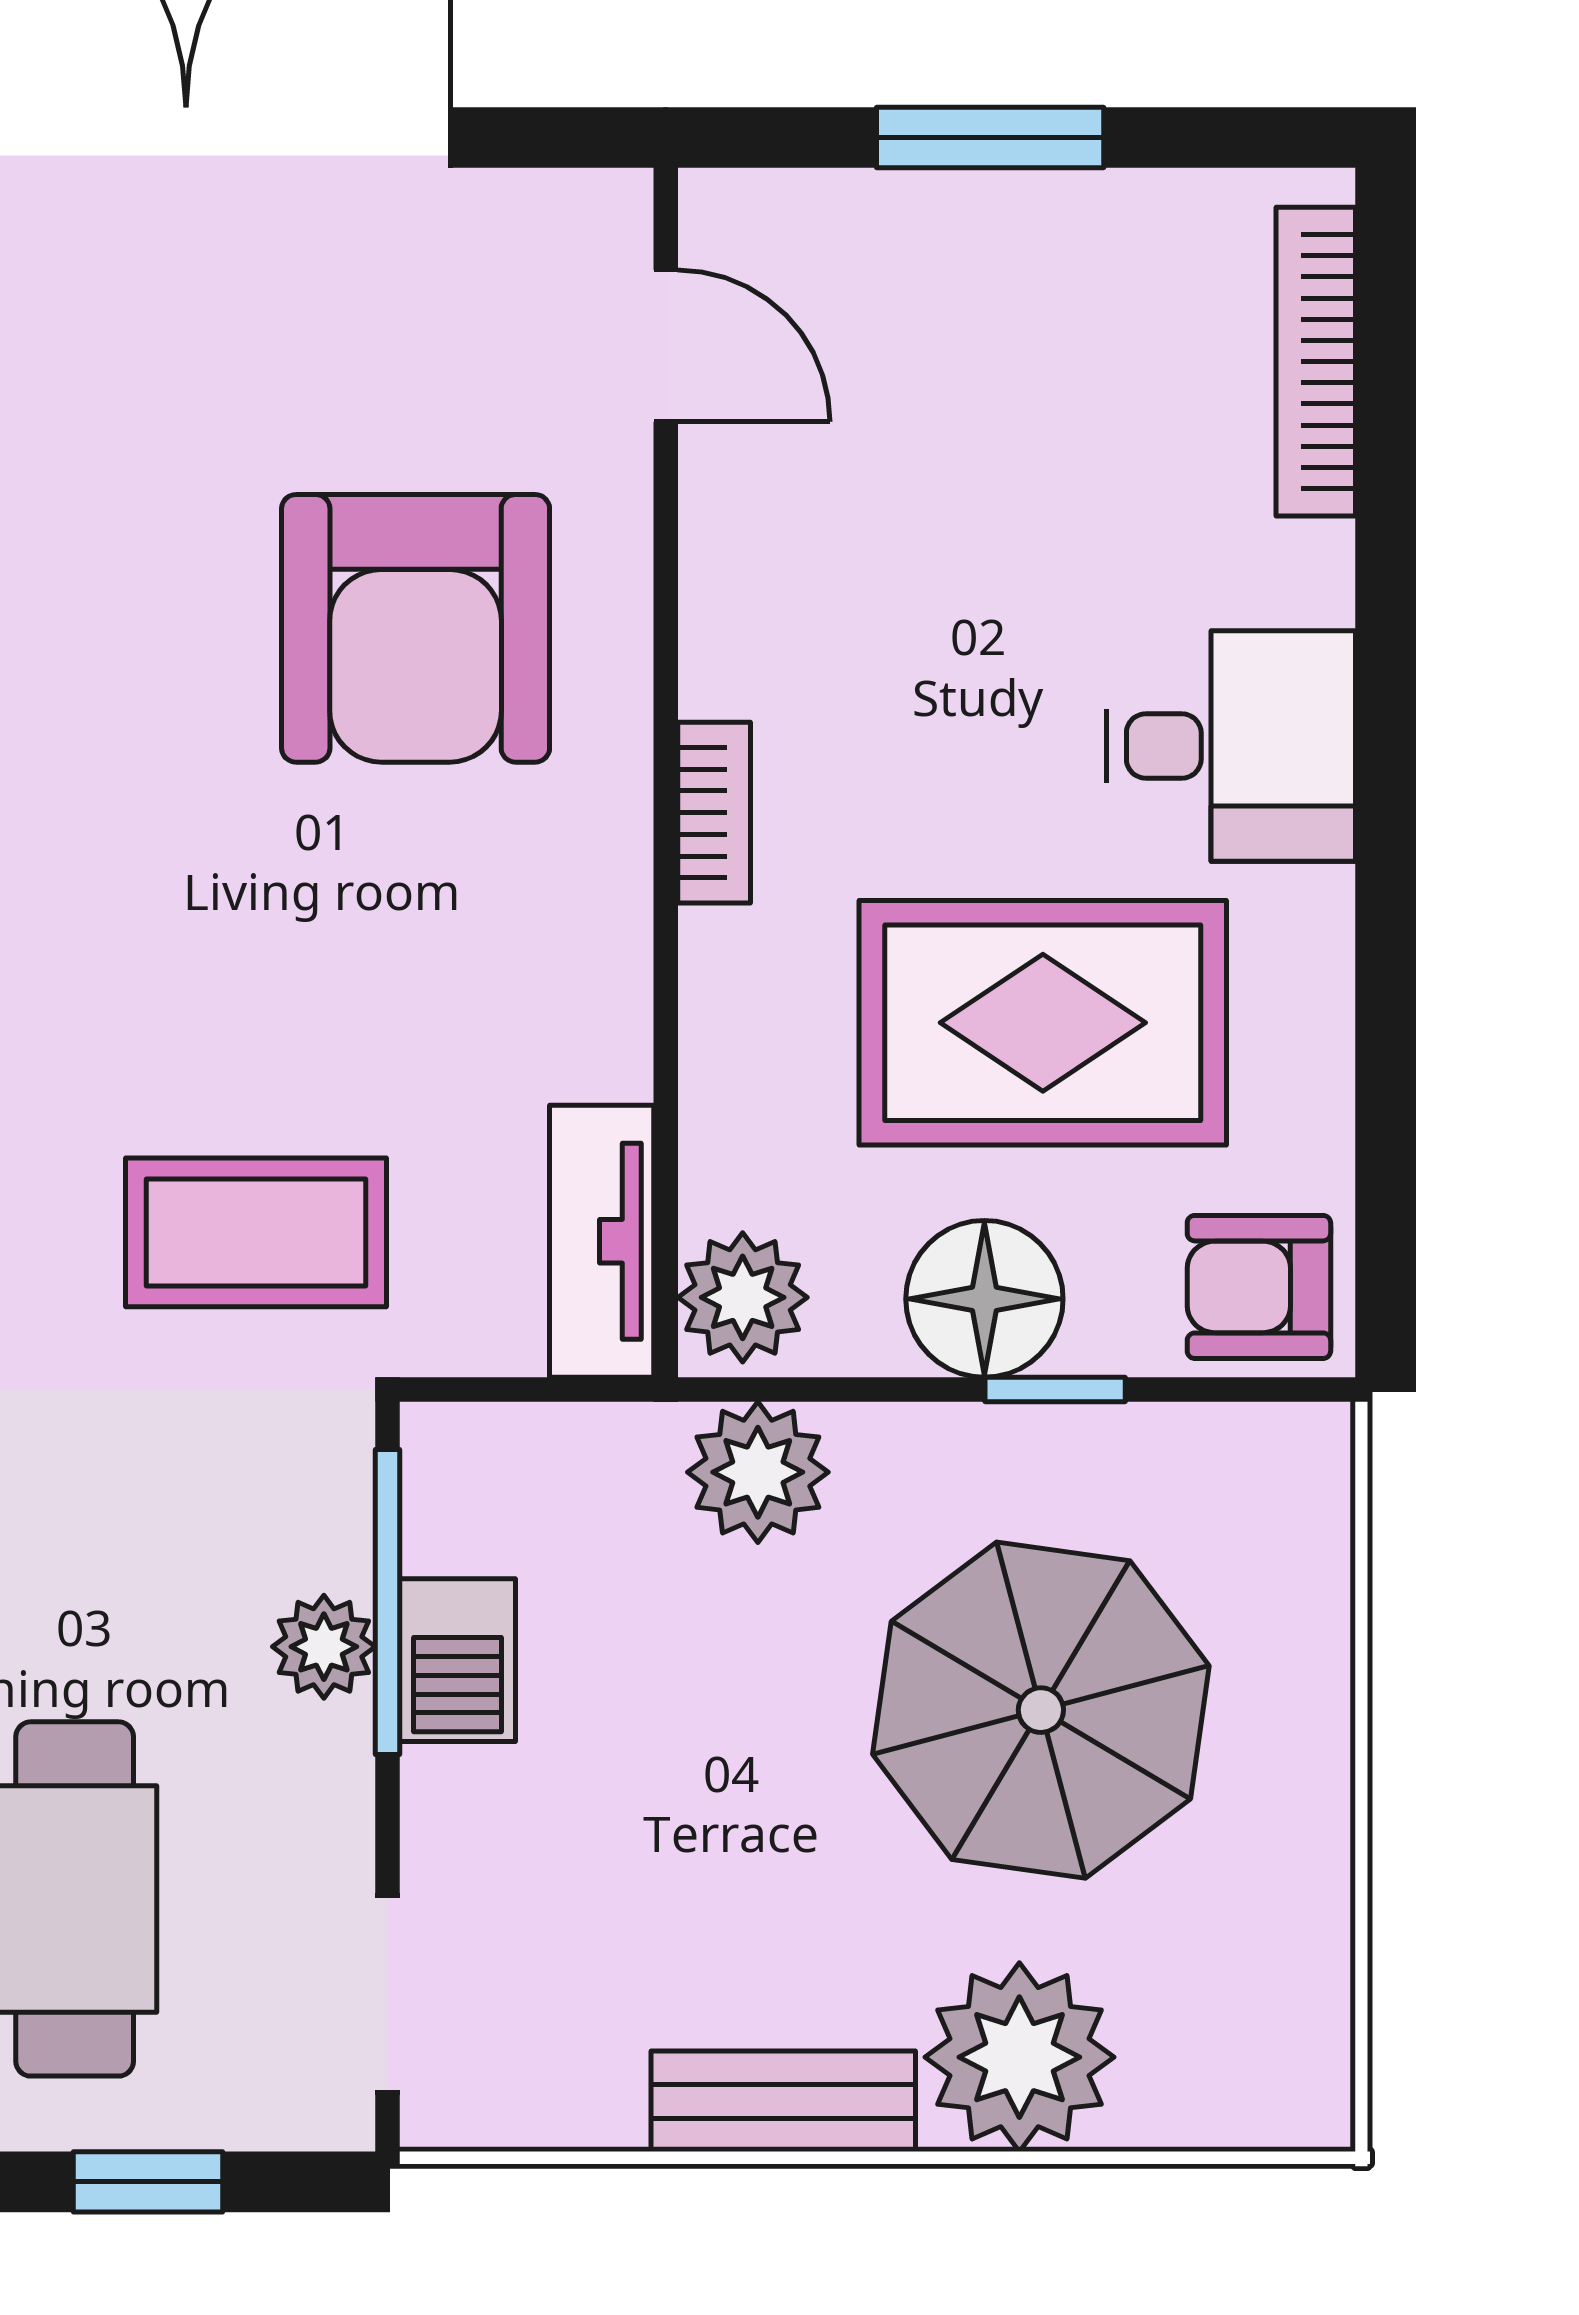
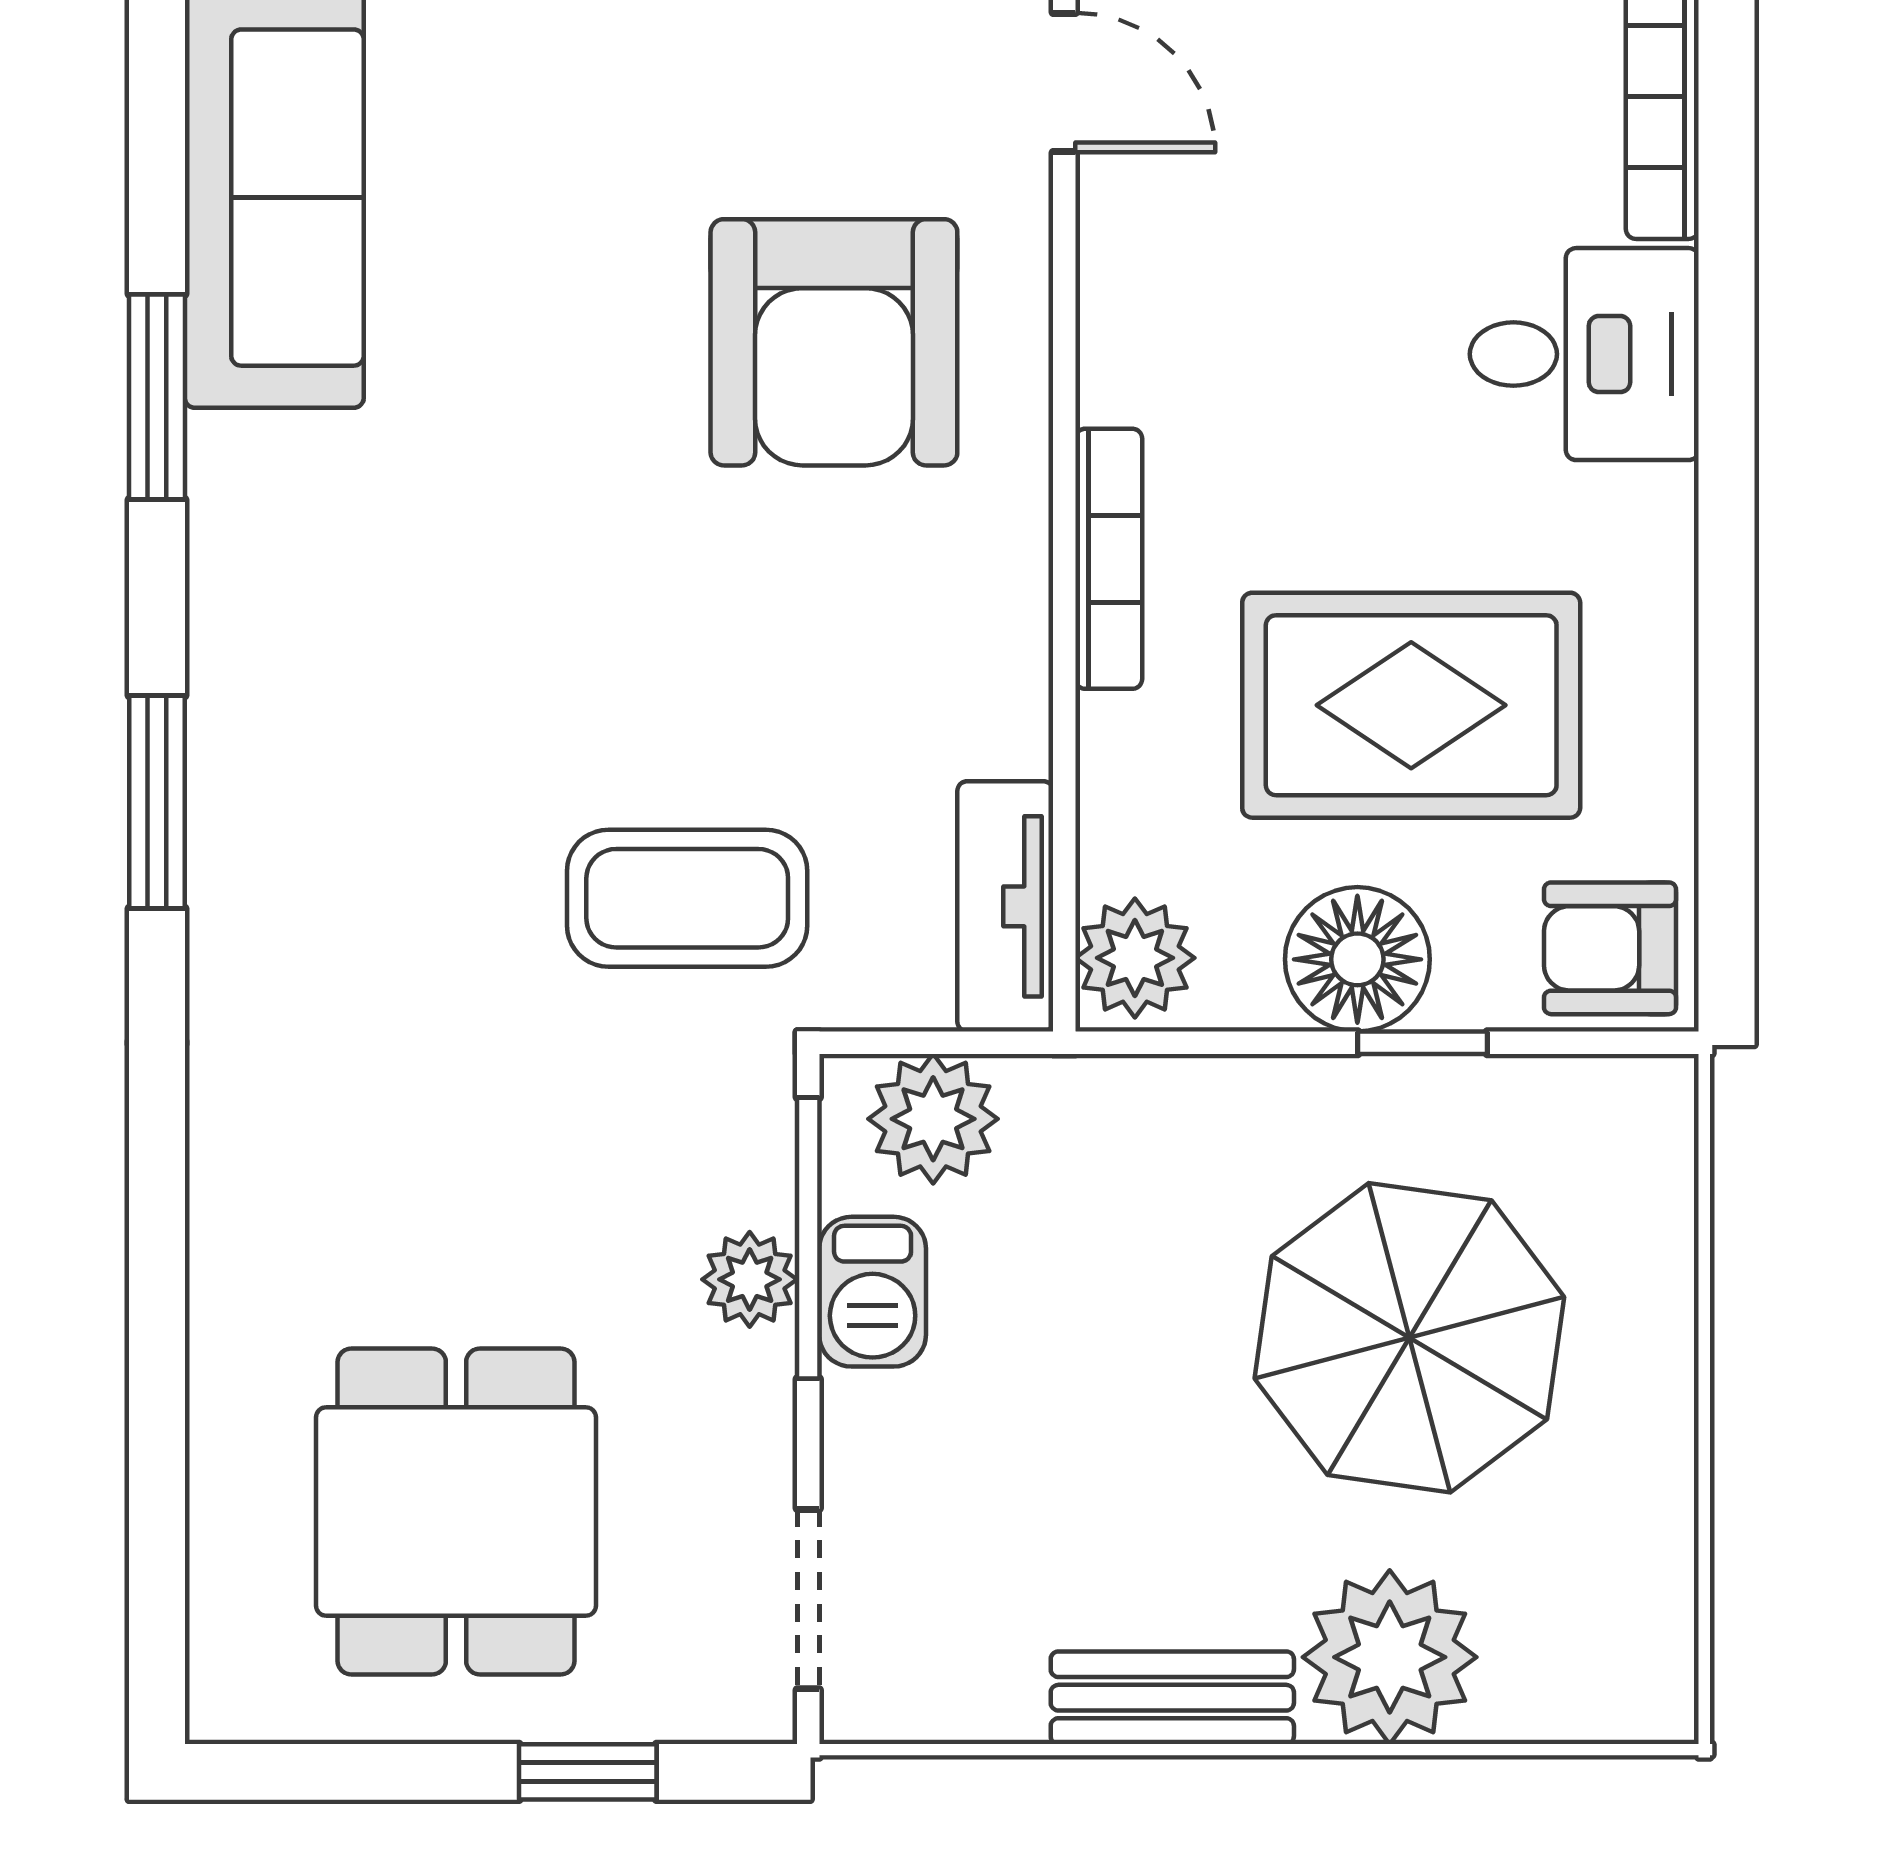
desk: (1231, 746) -> (1584, 354), moved
bookcase: (714, 813) -> (1109, 559), width x1.56
plant: (758, 1472) -> (933, 1119), moved

